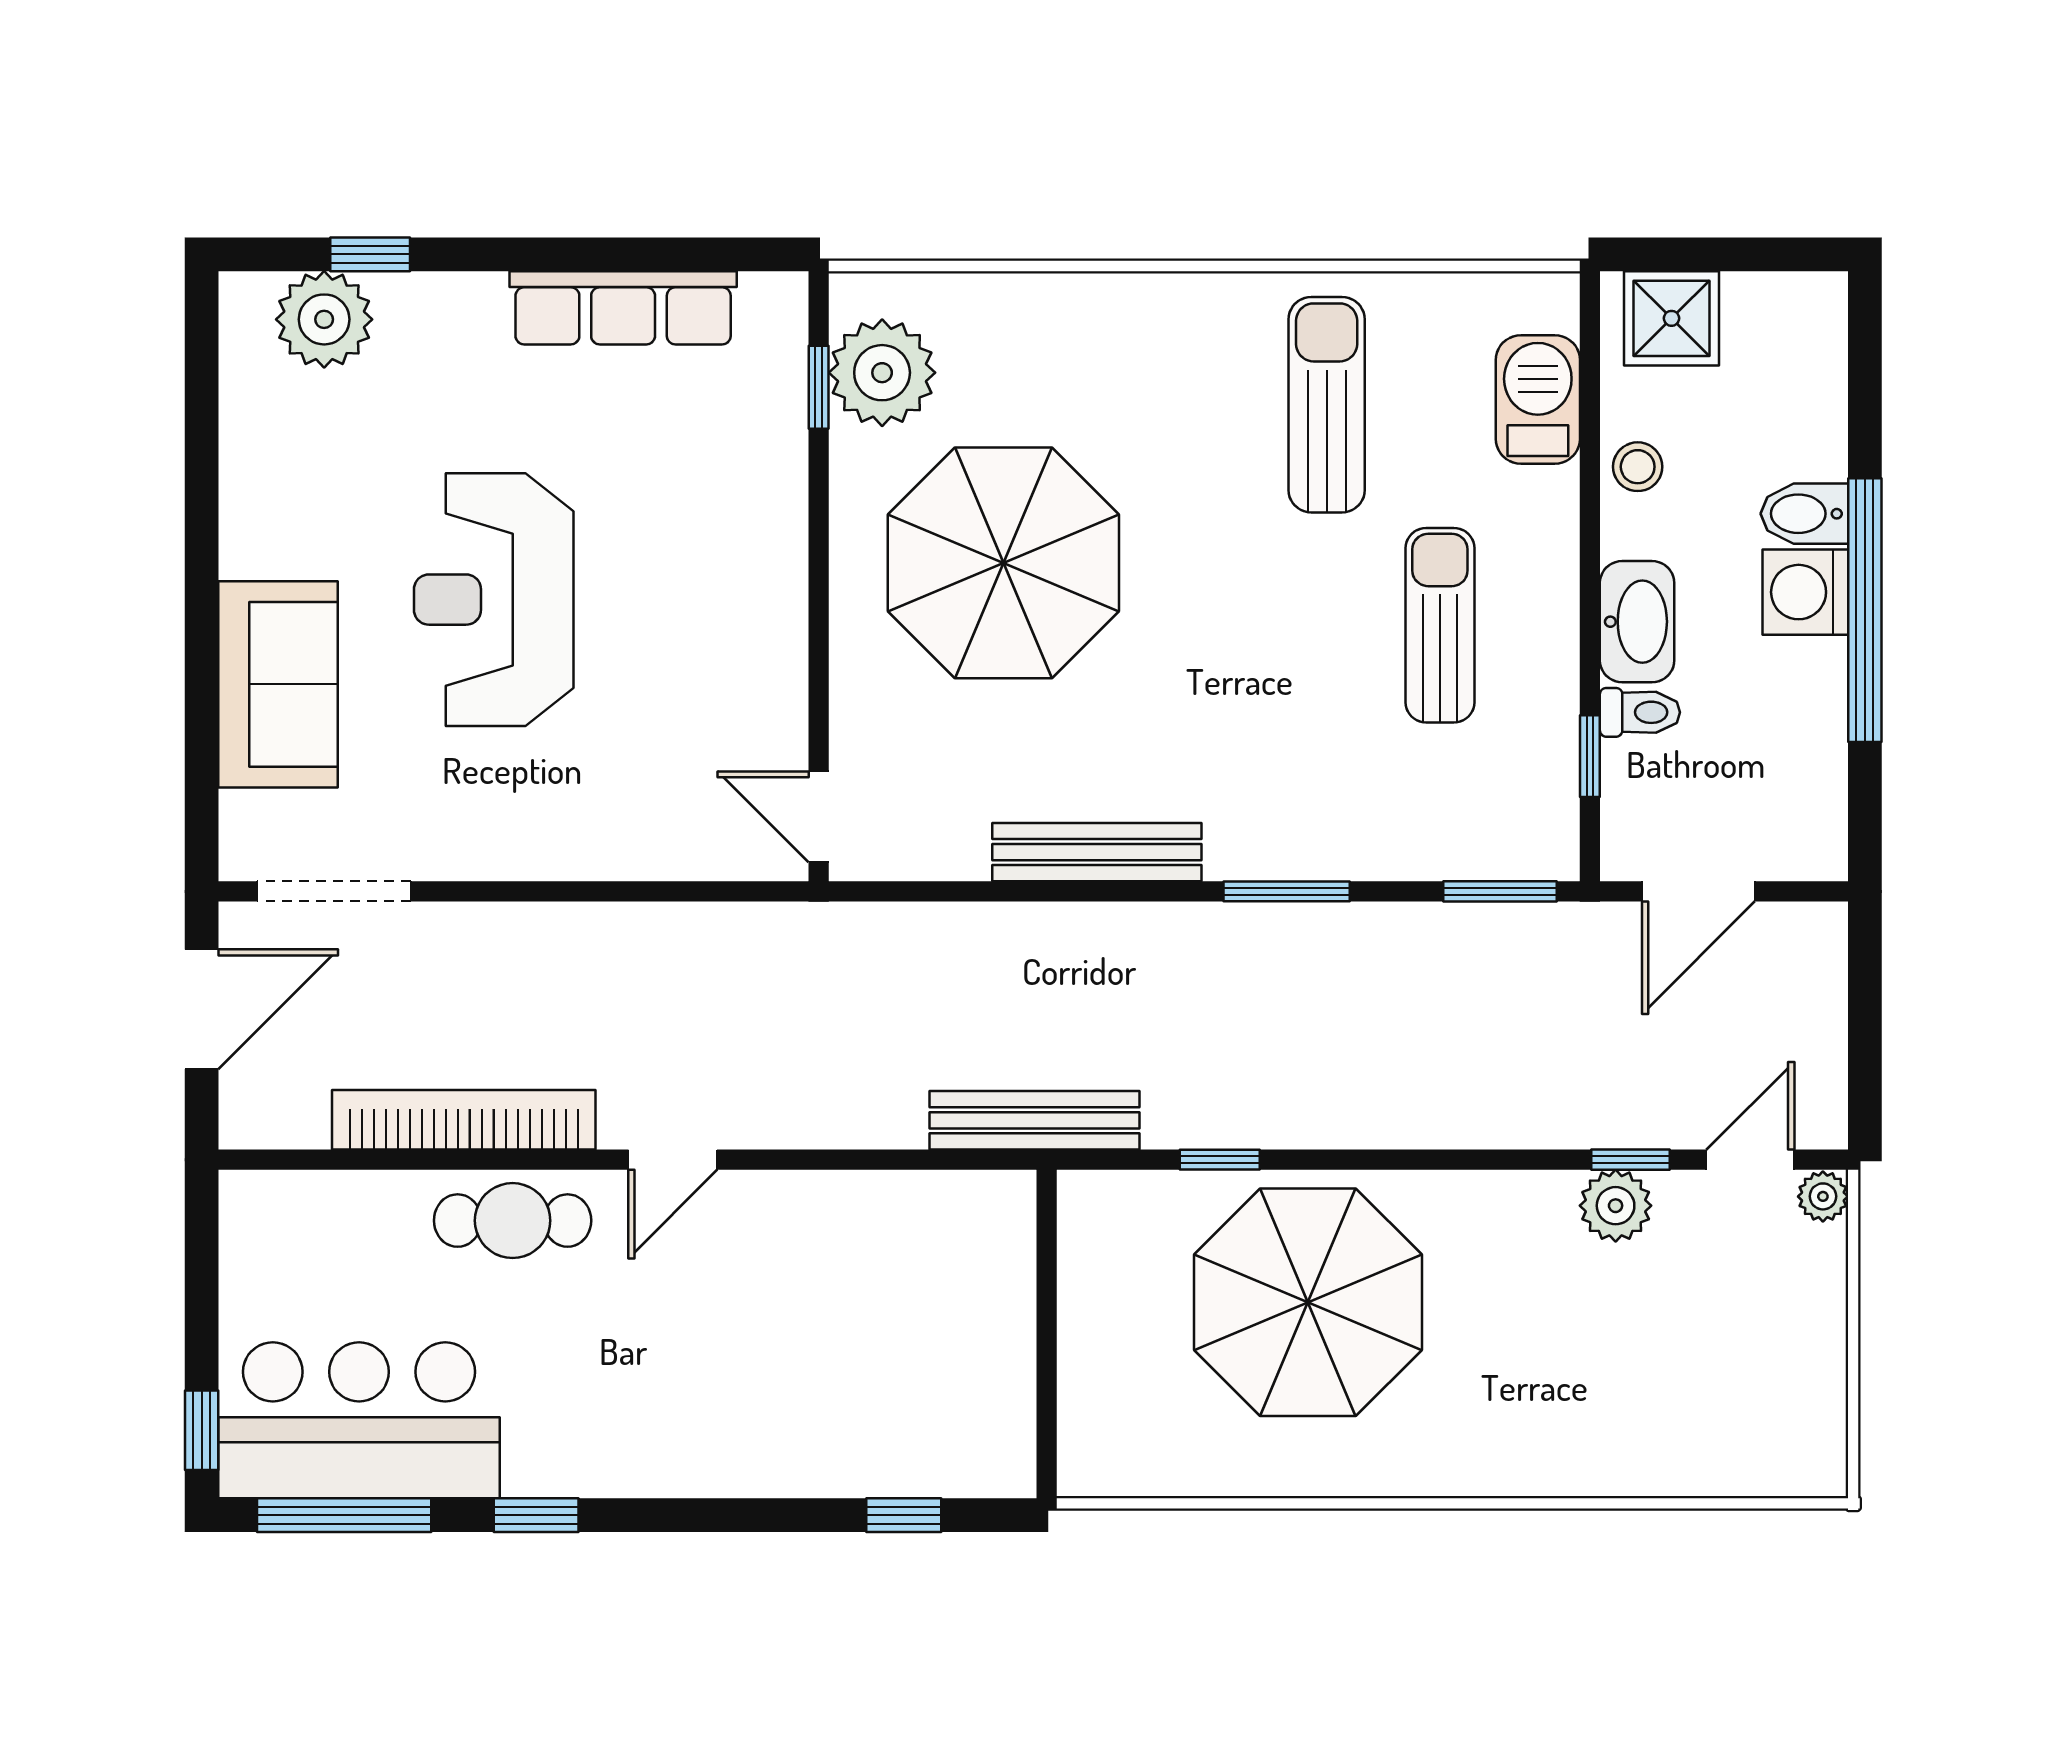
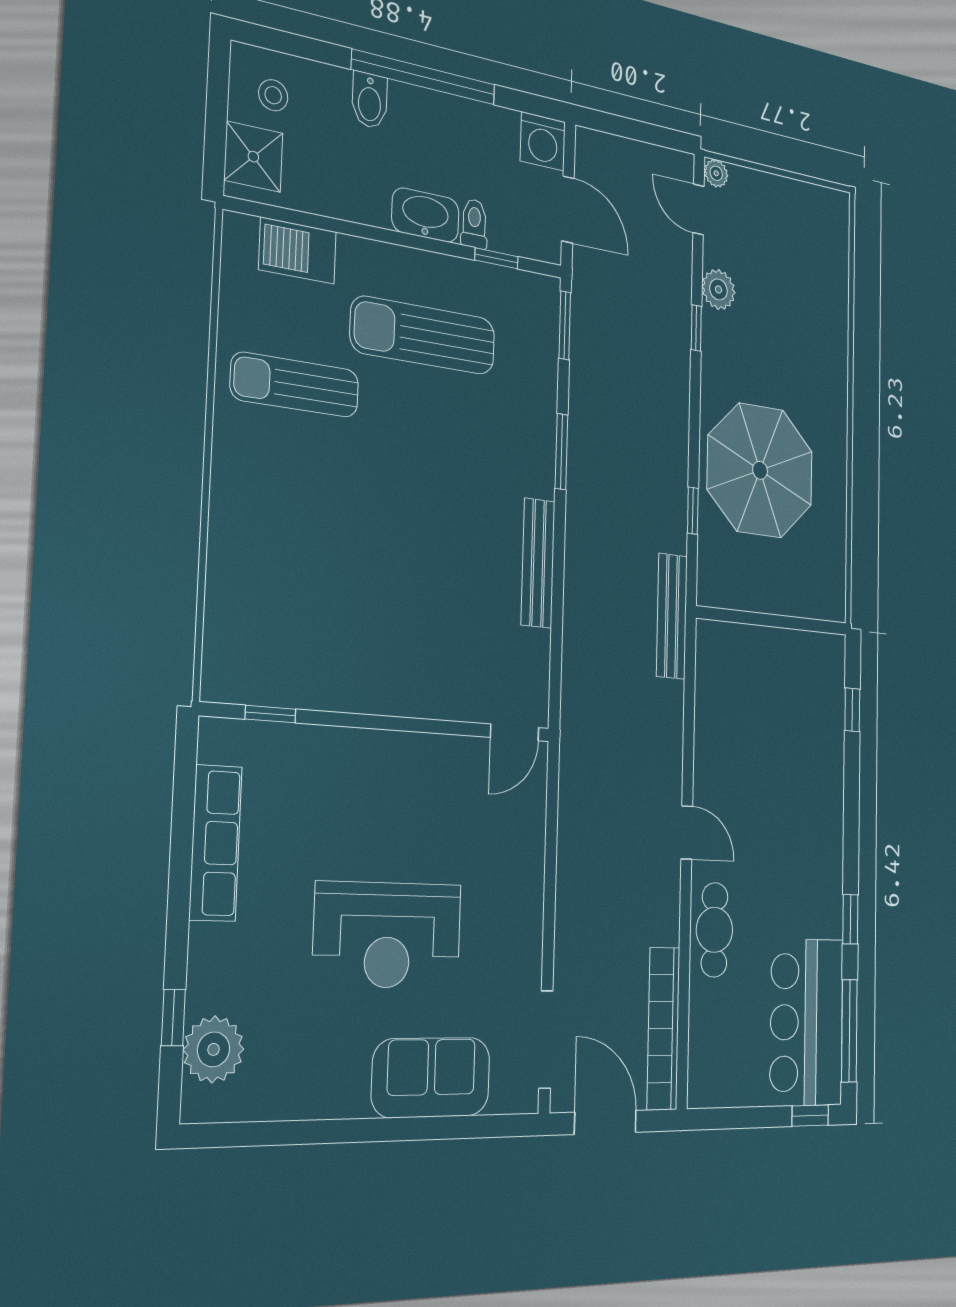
plant: (882, 373) -> (263, 671), removed
stool: (1638, 467) -> (273, 95), moved
parasol: (1003, 563) -> (379, 603), removed
washing machine: (1805, 592) -> (543, 141), moved
sun lounger: (1440, 625) -> (423, 335), width x1.36, depth x1.34
bookcase: (464, 1120) -> (663, 1028), moved
window: (1630, 1160) -> (696, 328), moved

